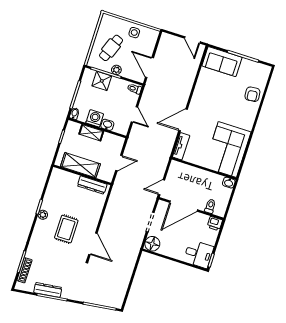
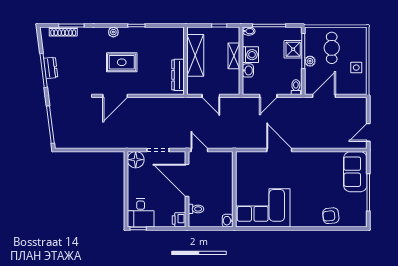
cafe table: (111, 48) -> (332, 48), turned 69
tv unit: (181, 146) -> (250, 157), removed
plant: (43, 215) -> (113, 32), moved
dresser: (48, 290) -> (51, 68), width x0.70

